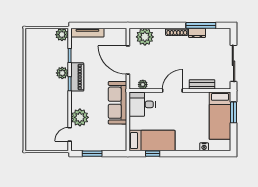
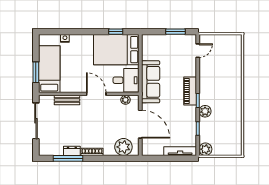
piano: (77, 77) -> (190, 91), moved
door: (172, 91) -> (96, 94), swing flipped
plant: (80, 117) -> (188, 67), removed
bed: (152, 141) -> (116, 50), width x1.50

